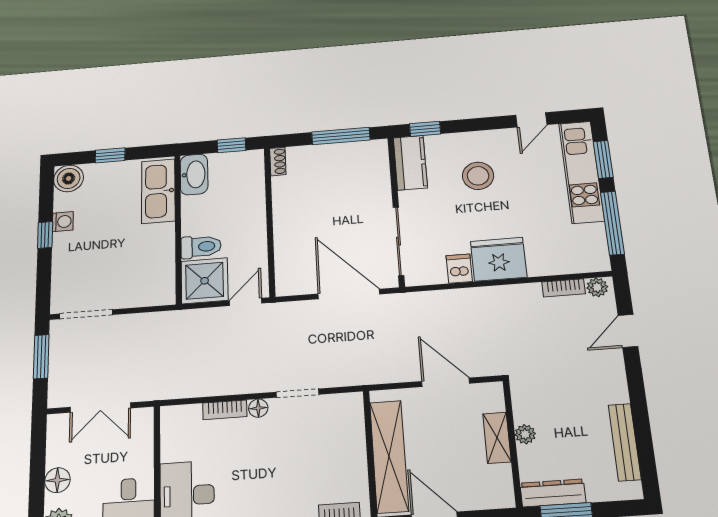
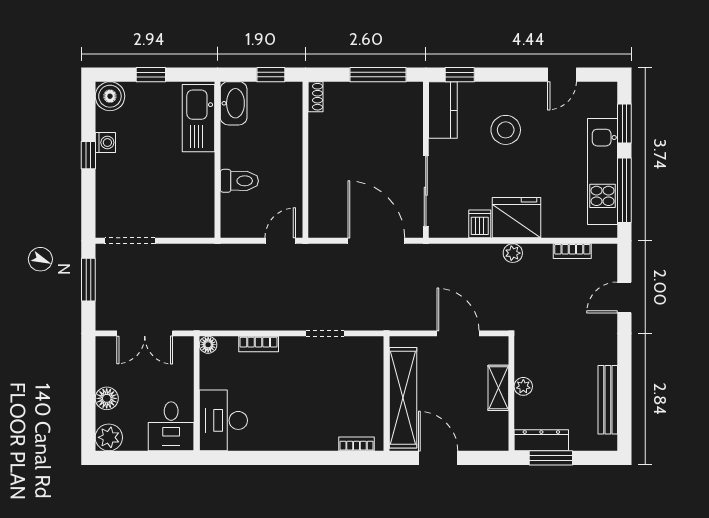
kitchen unit: (581, 172) -> (602, 171), moved
shower: (205, 281) -> (242, 216), removed
plant: (597, 287) -> (513, 253), moved
floor lamp: (258, 408) -> (208, 345), moved

